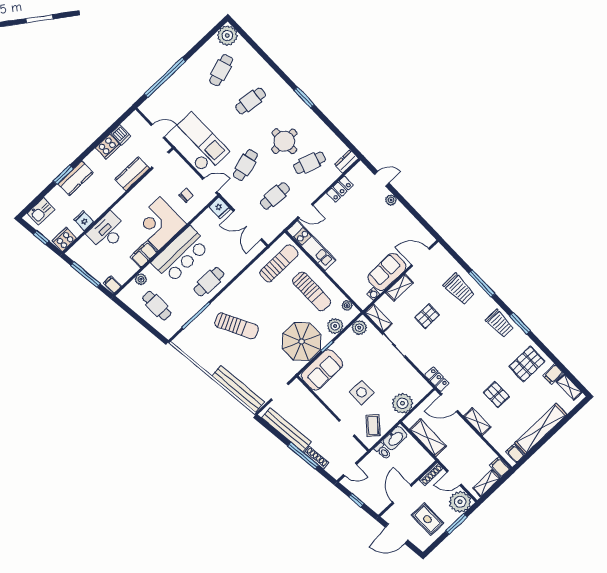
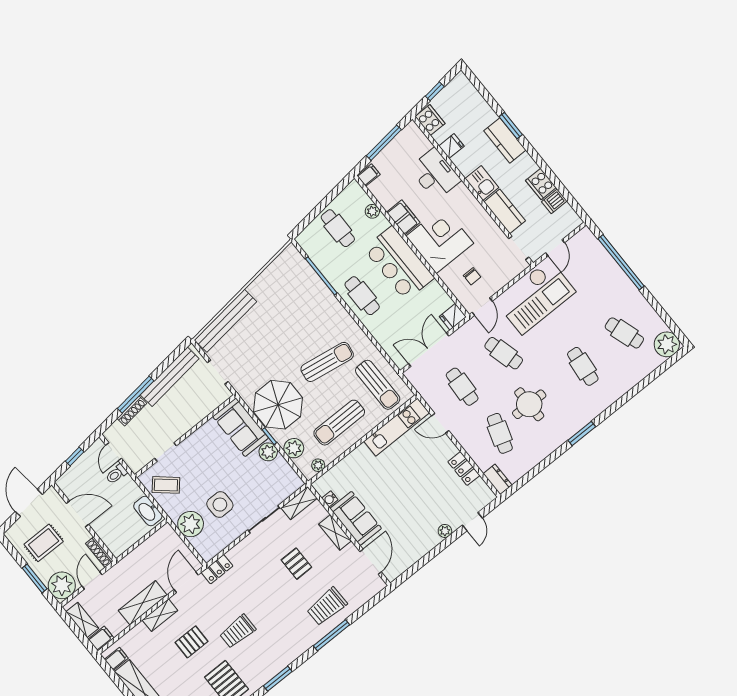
kitchen sink: (41, 211) -> (482, 183), moved, turned 180
door: (305, 211) -> (440, 423), hinge flipped
cafe table: (157, 306) -> (338, 228), turned 90
trolley: (500, 324) -> (238, 631), moved
sun lounger: (237, 326) -> (327, 362), moved, turned -144
plant: (359, 328) -> (268, 452), moved
side table: (362, 392) -> (220, 505), moved
shelving: (428, 438) -> (143, 603), moved
toilet: (383, 451) -> (116, 474), moved

